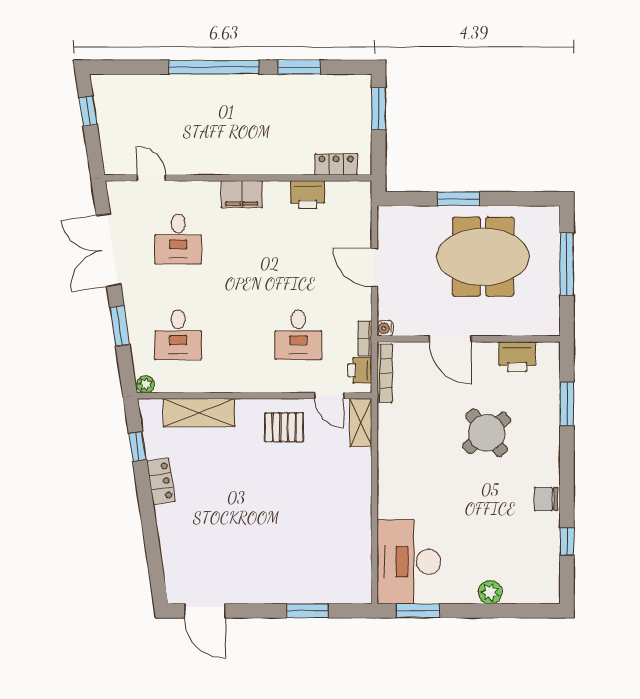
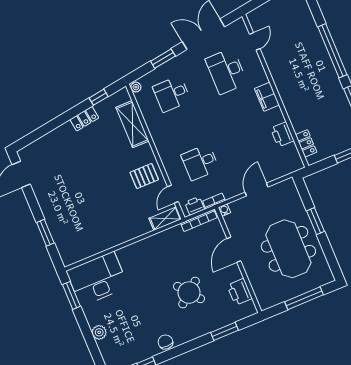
desk: (178, 239) -> (226, 71), width x1.37
pallet: (284, 427) -> (144, 176), turned 90

